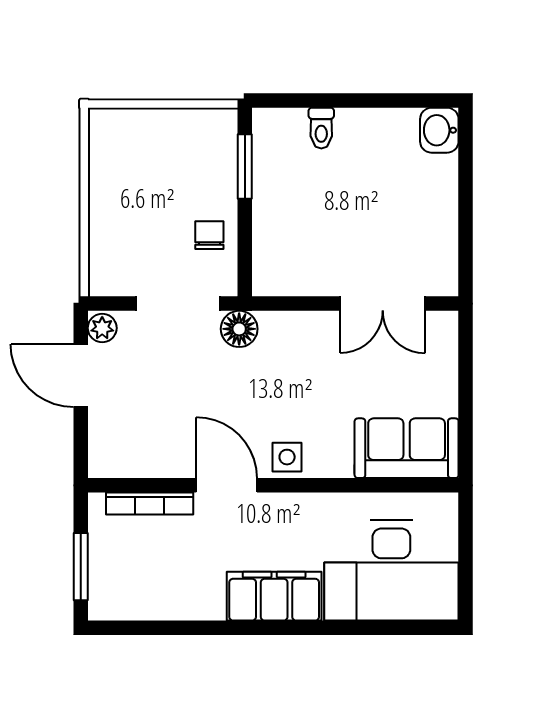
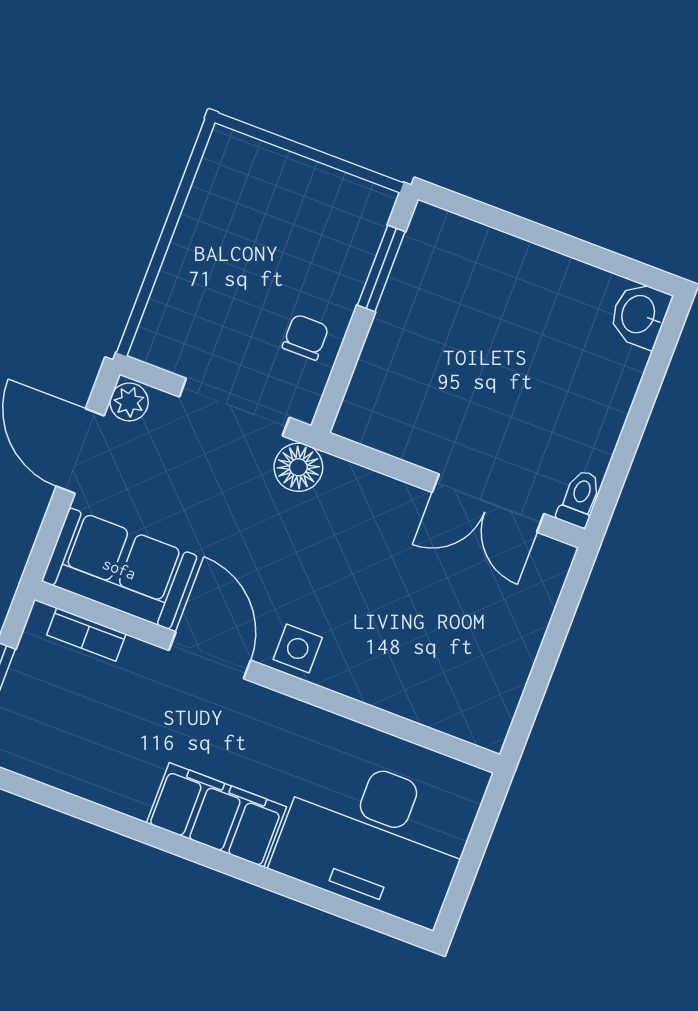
toilet: (321, 128) -> (579, 498), moved, turned 180
sofa: (407, 448) -> (119, 569), moved
bookcase: (150, 504) -> (86, 634), width x0.64

